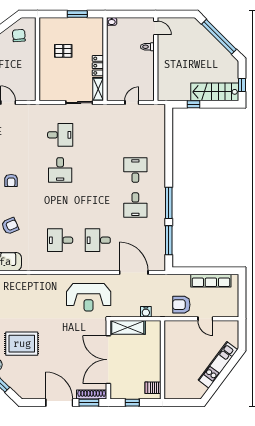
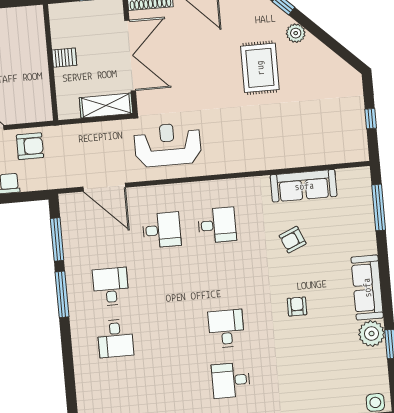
water cooler: (146, 312) -> (81, 131), removed
rug: (22, 344) -> (260, 68), turned 90
server rack: (153, 388) -> (64, 58), moved

